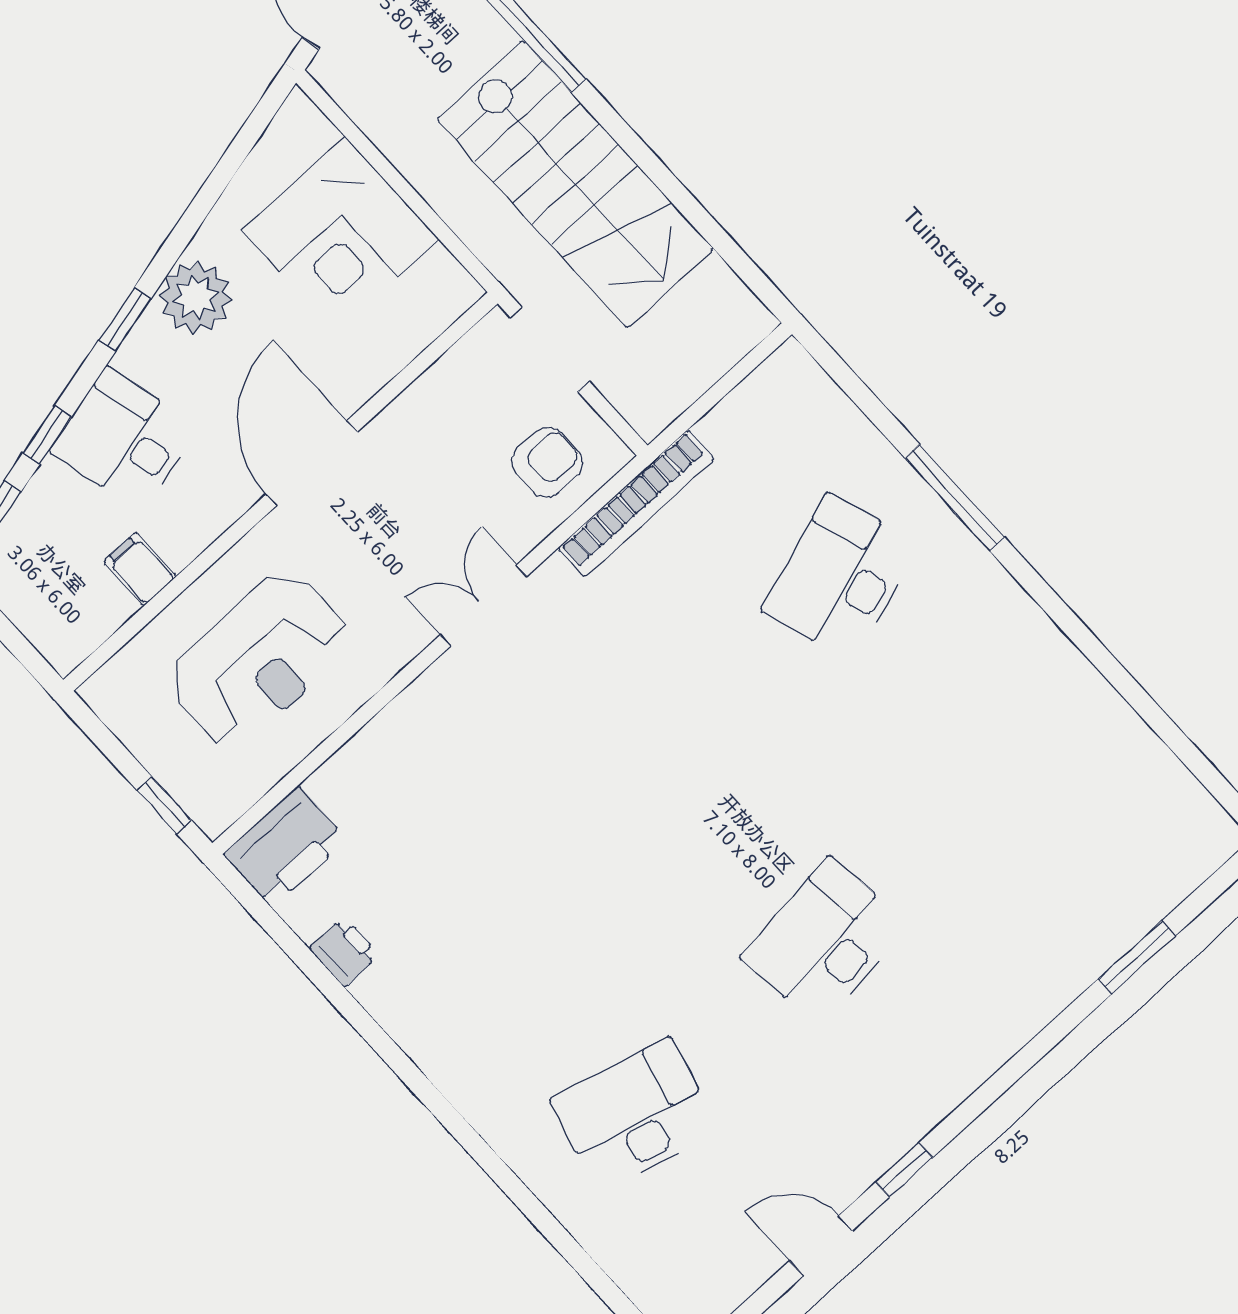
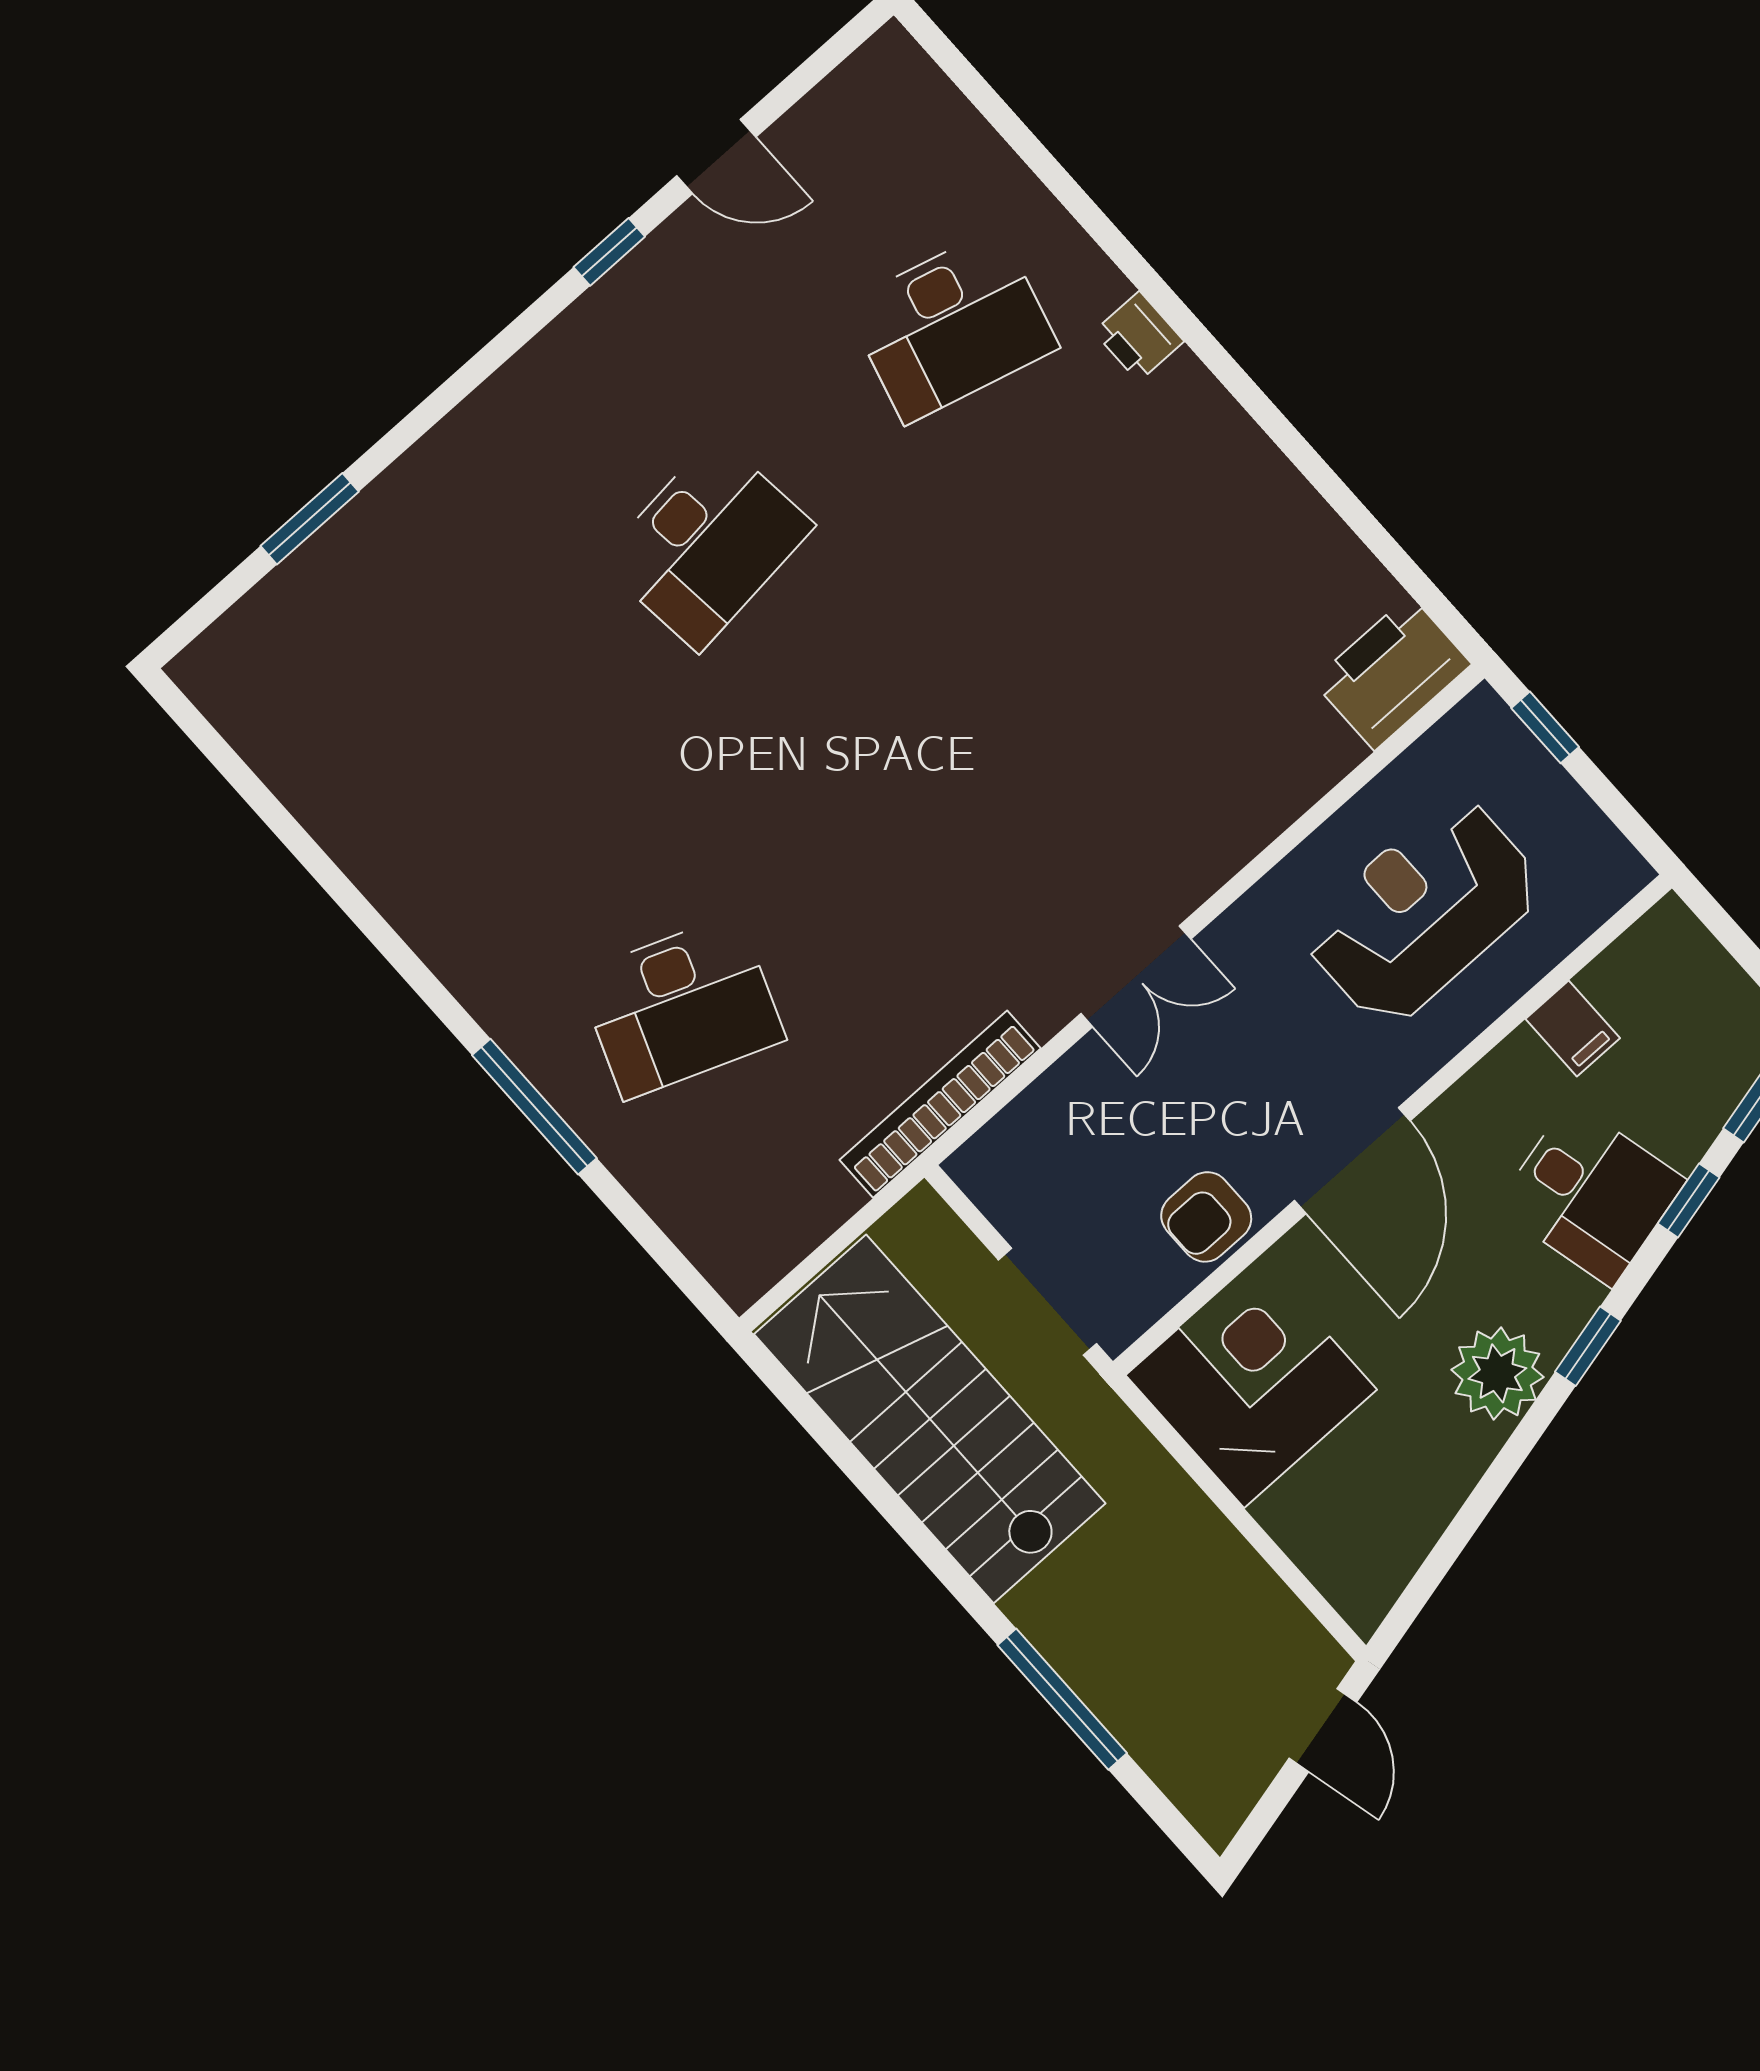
stairs: (575, 184) -> (930, 1419), moved
corner desk: (341, 235) -> (1251, 1382), moved
armchair: (547, 462) -> (1206, 1217), moved
desk: (840, 578) -> (681, 1007), turned 39
printer: (344, 952) -> (1139, 337), moved

